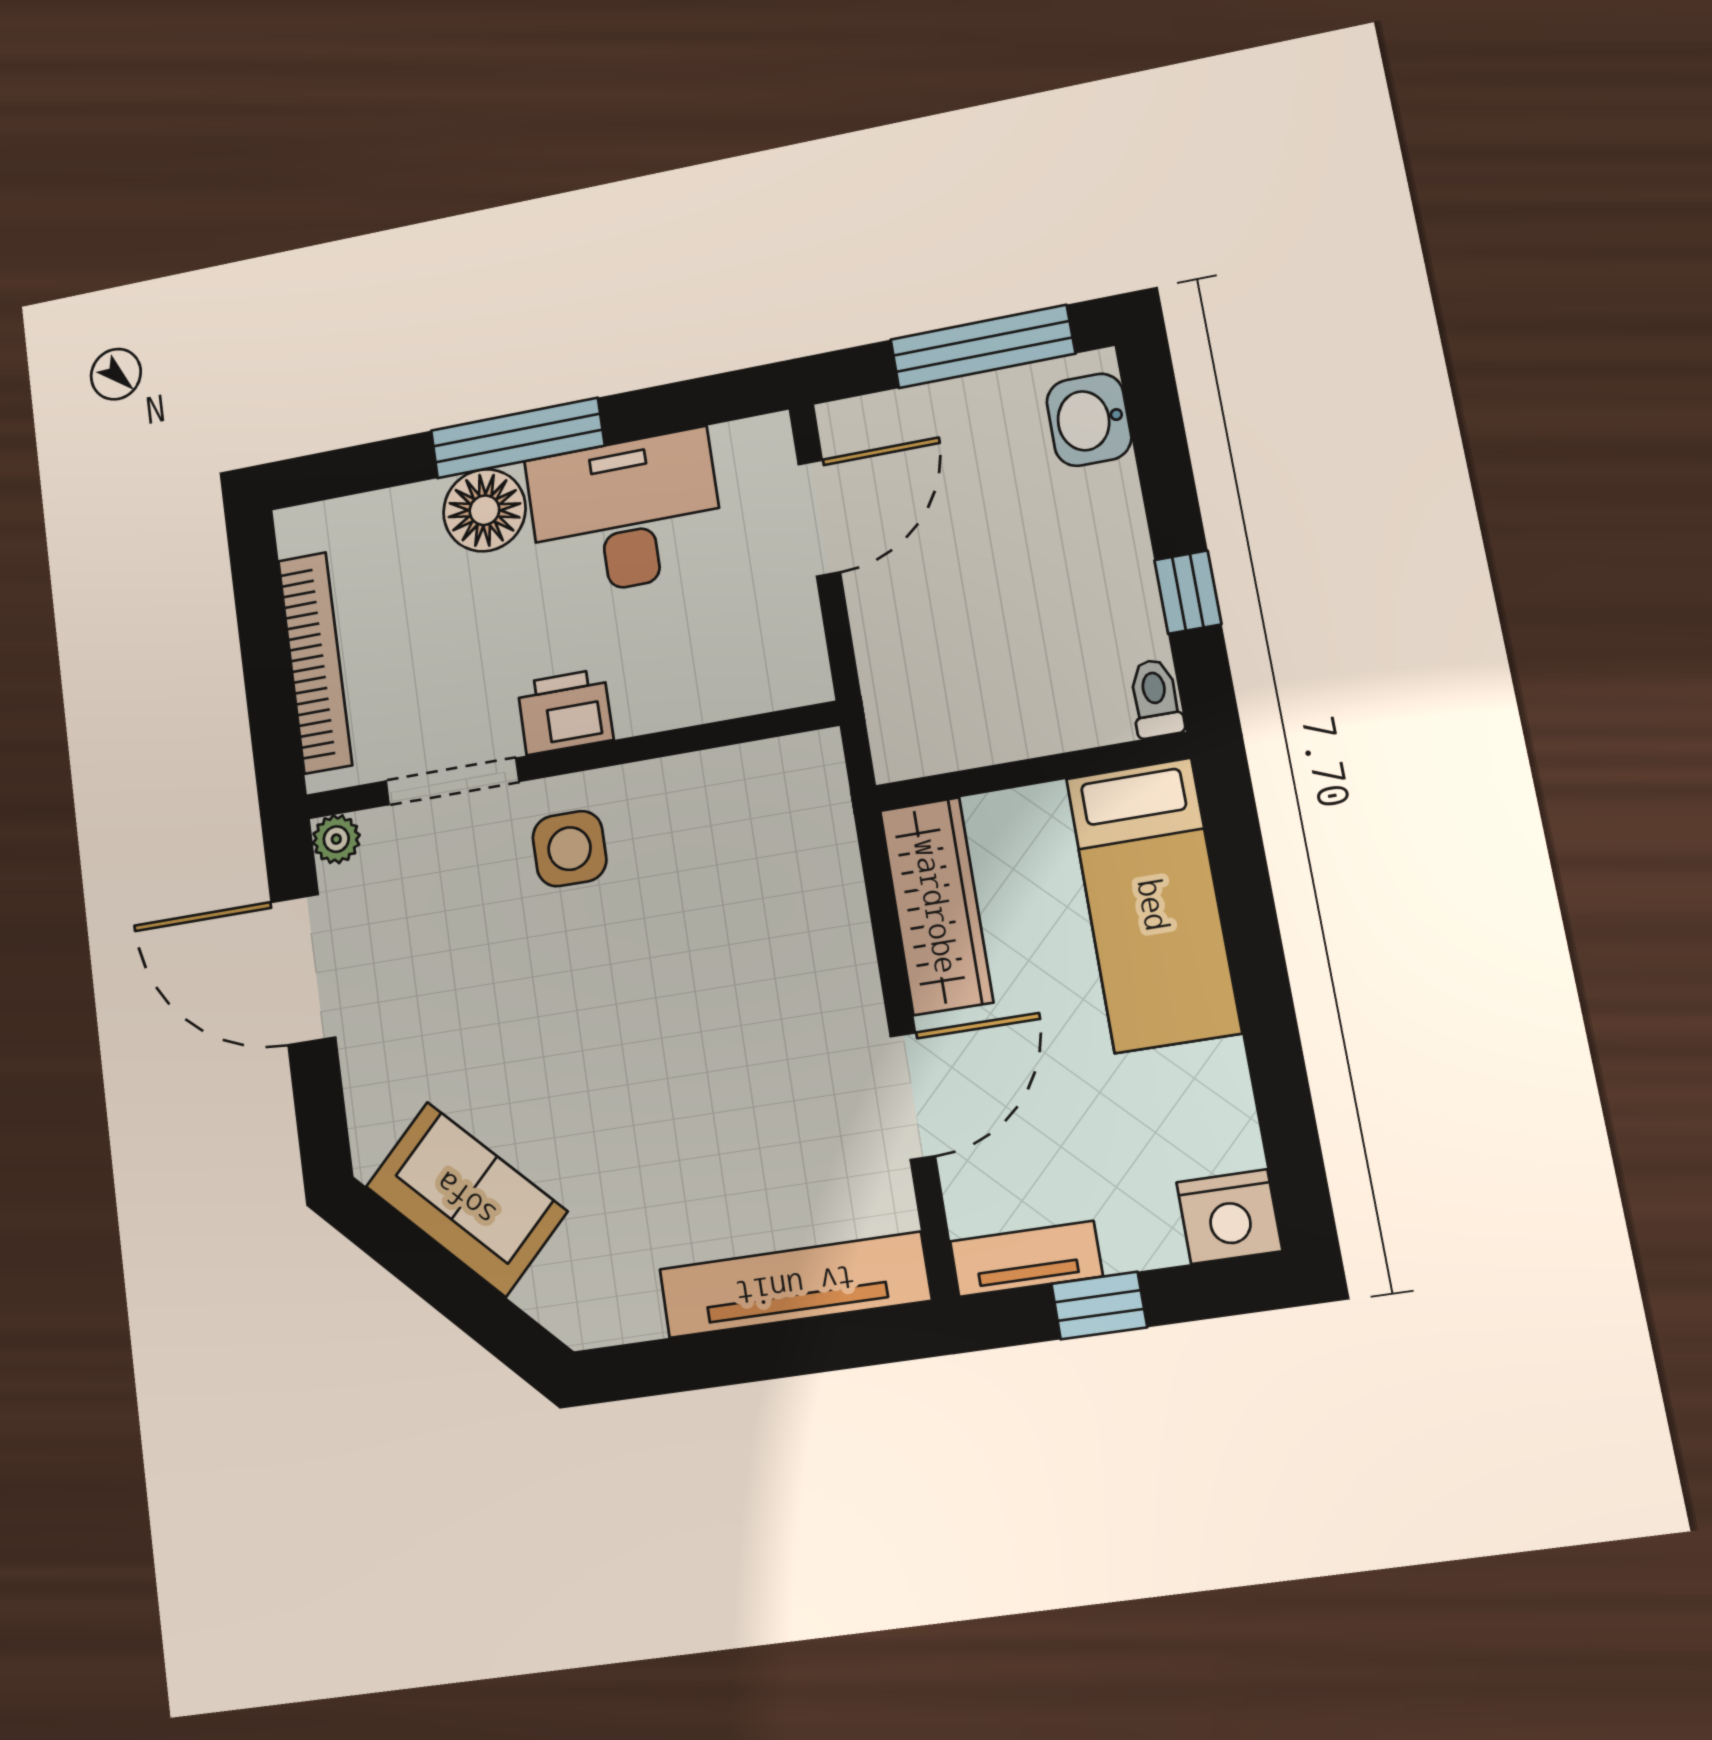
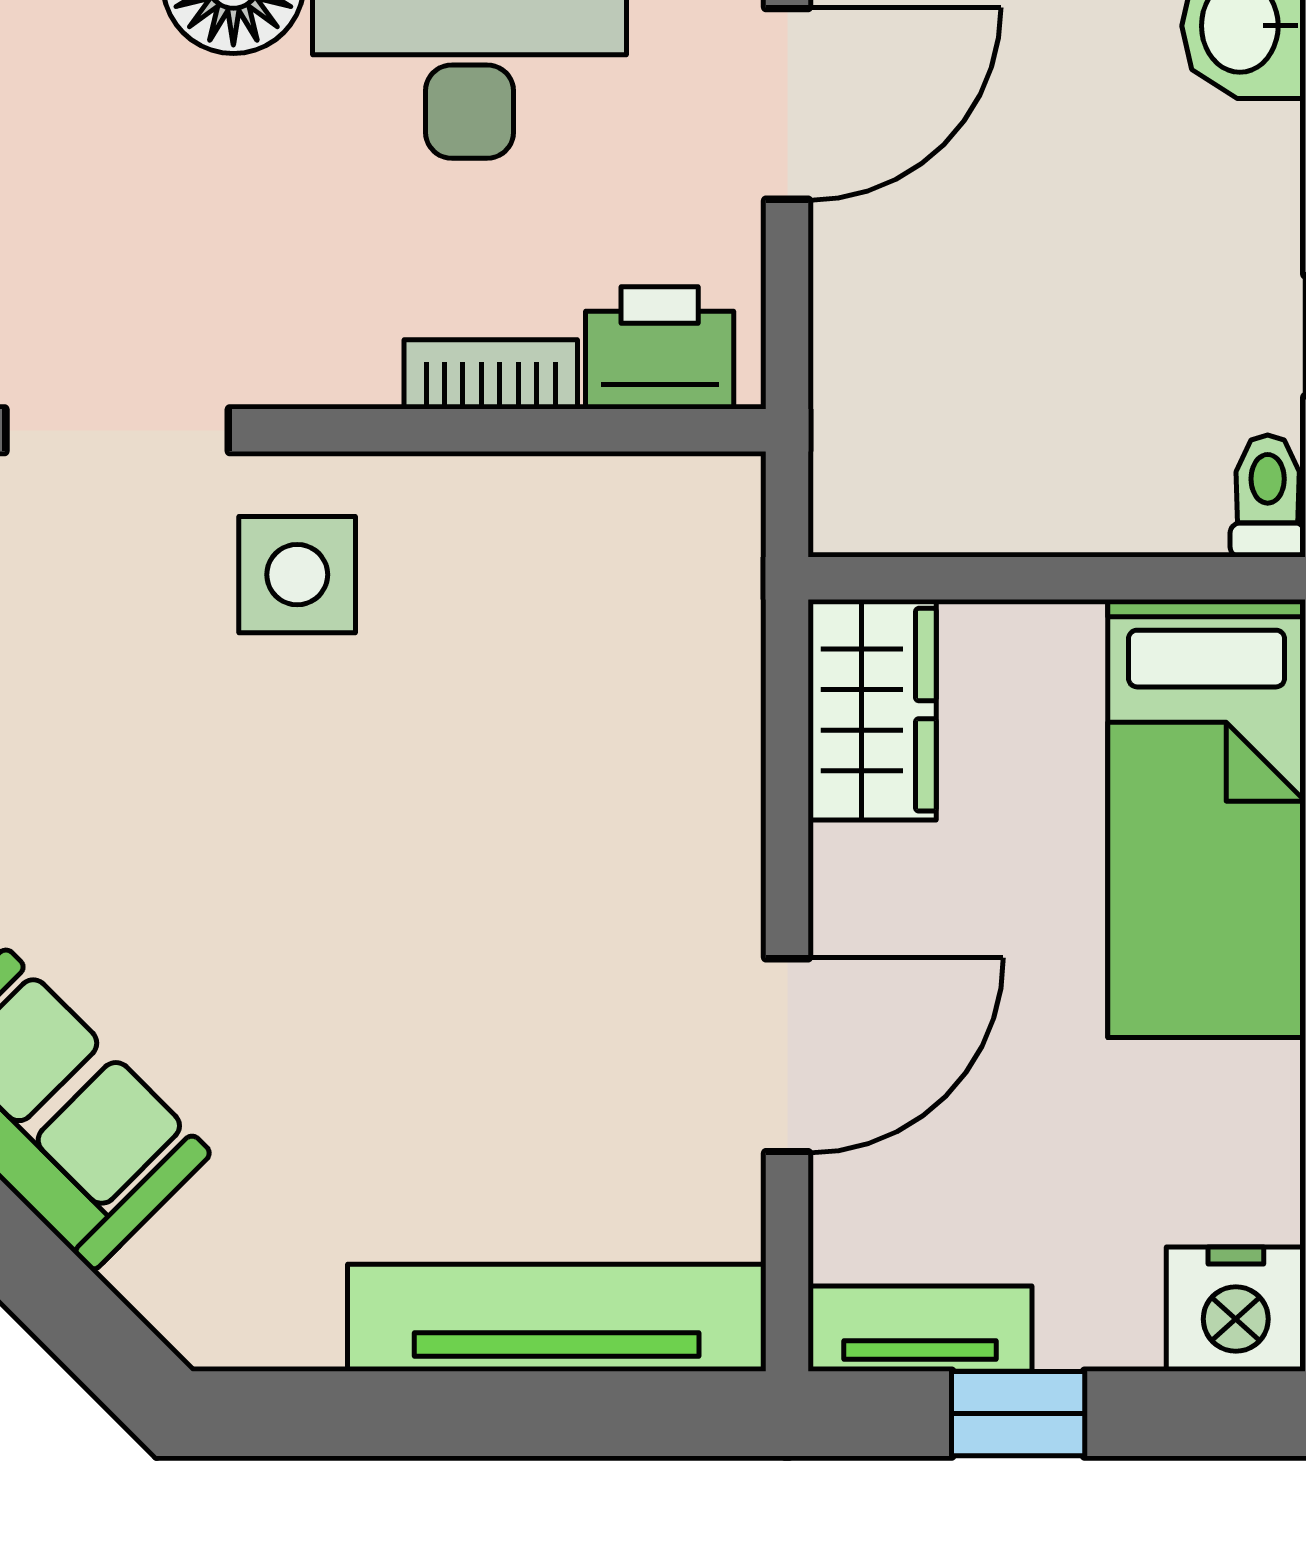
bookcase: (667, 709) -> (491, 374), added
printer: (565, 712) -> (660, 348), moved
wardrobe: (936, 906) -> (872, 710), width x0.67

